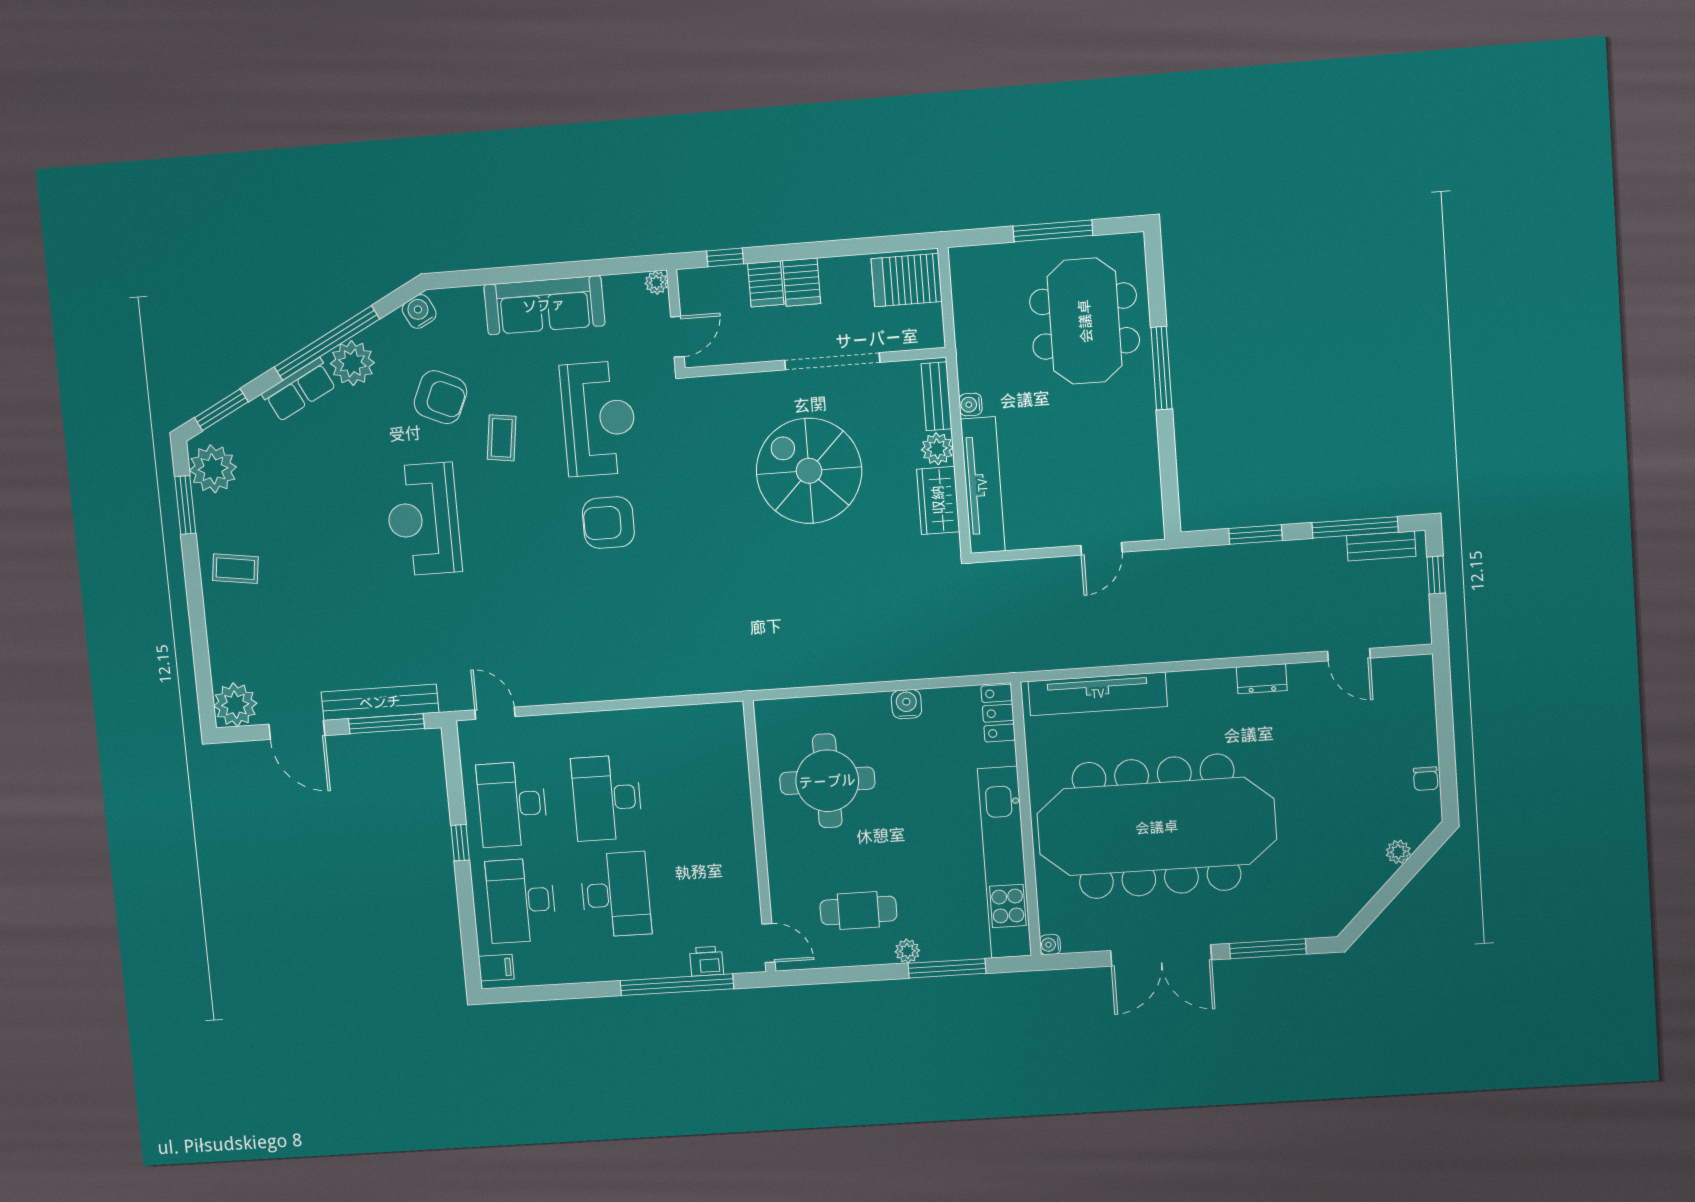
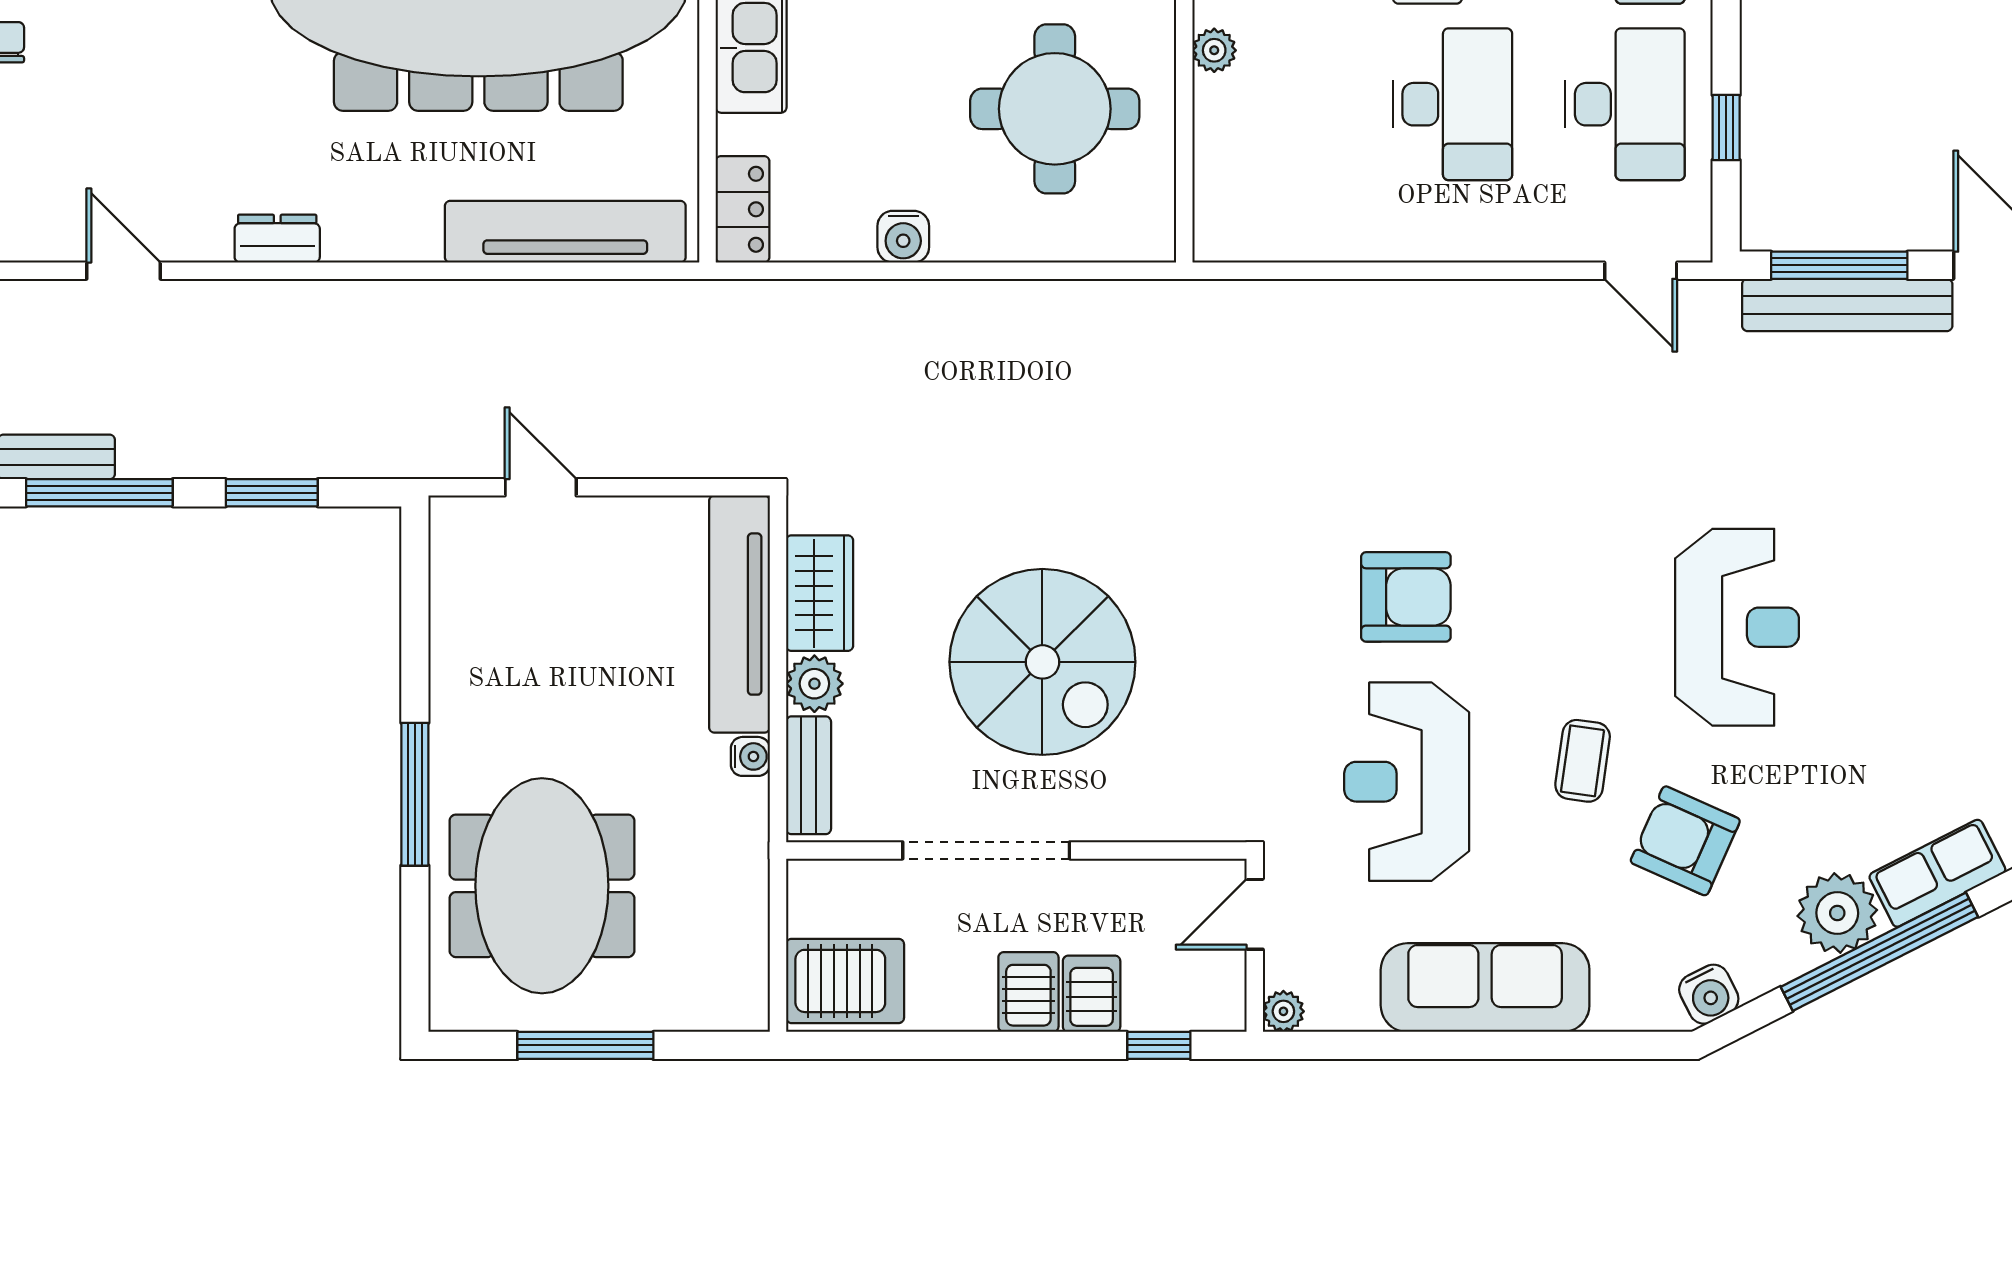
door: (1101, 549) -> (541, 487), hinge flipped
plant: (741, 819) -> (1214, 50), added
window: (460, 843) -> (1726, 127), moved

